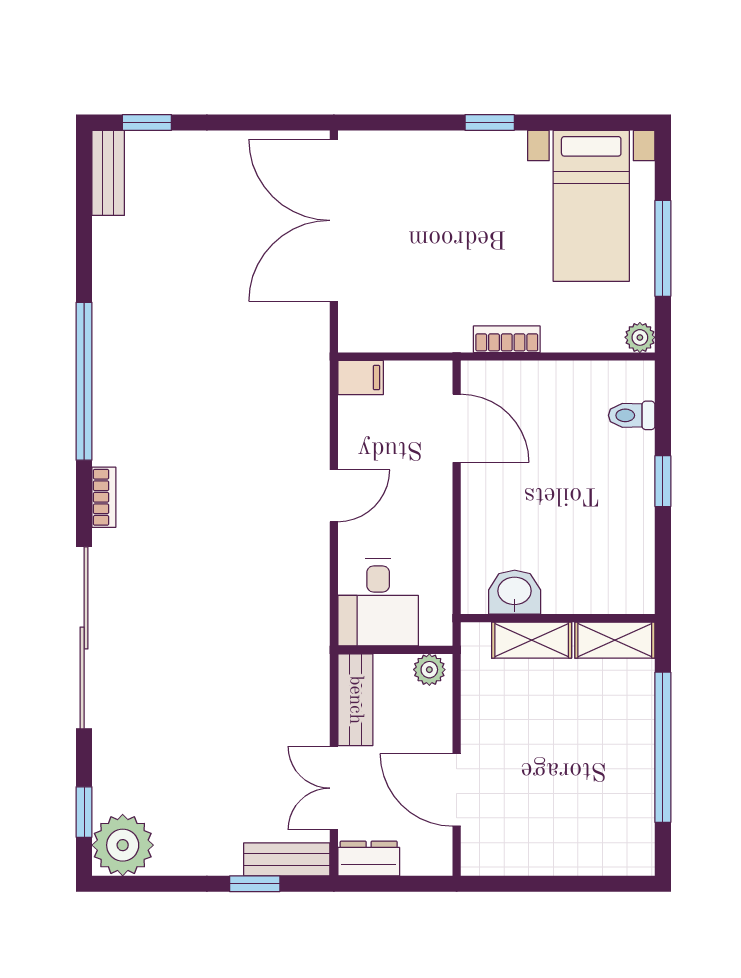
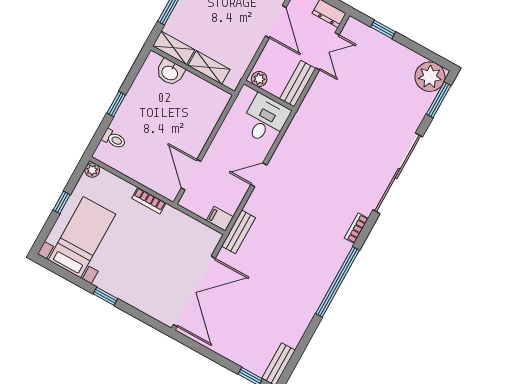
window: (663, 248) -> (62, 202), width x0.46
washbasin: (515, 592) -> (170, 72), moved
window: (84, 812) -> (439, 100), width x1.50
bench: (287, 859) -> (238, 232), moved, turned 90

